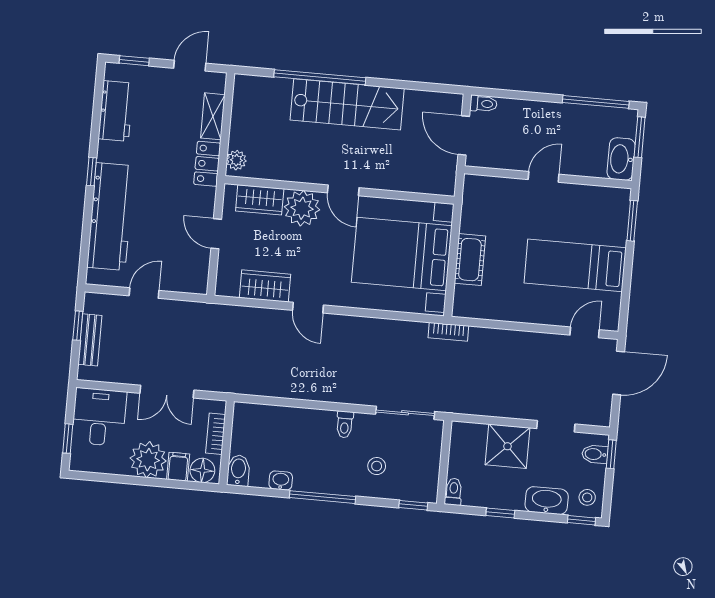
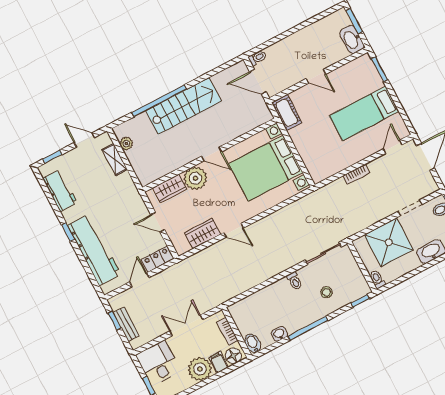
door: (190, 66) -> (84, 140), hinge flipped
window: (596, 102) -> (318, 17), removed
plant: (236, 160) -> (126, 144), moved
locker: (207, 164) -> (158, 259), moved, turned 90
door: (544, 177) -> (316, 76), swing flipped
cot: (470, 260) -> (287, 113), moved
bookcase: (448, 332) -> (356, 174), moved
double door: (167, 392) -> (186, 325), swing flipped
shower: (507, 446) -> (389, 242), width x1.37, depth x1.37
window: (500, 513) -> (410, 275), removed

